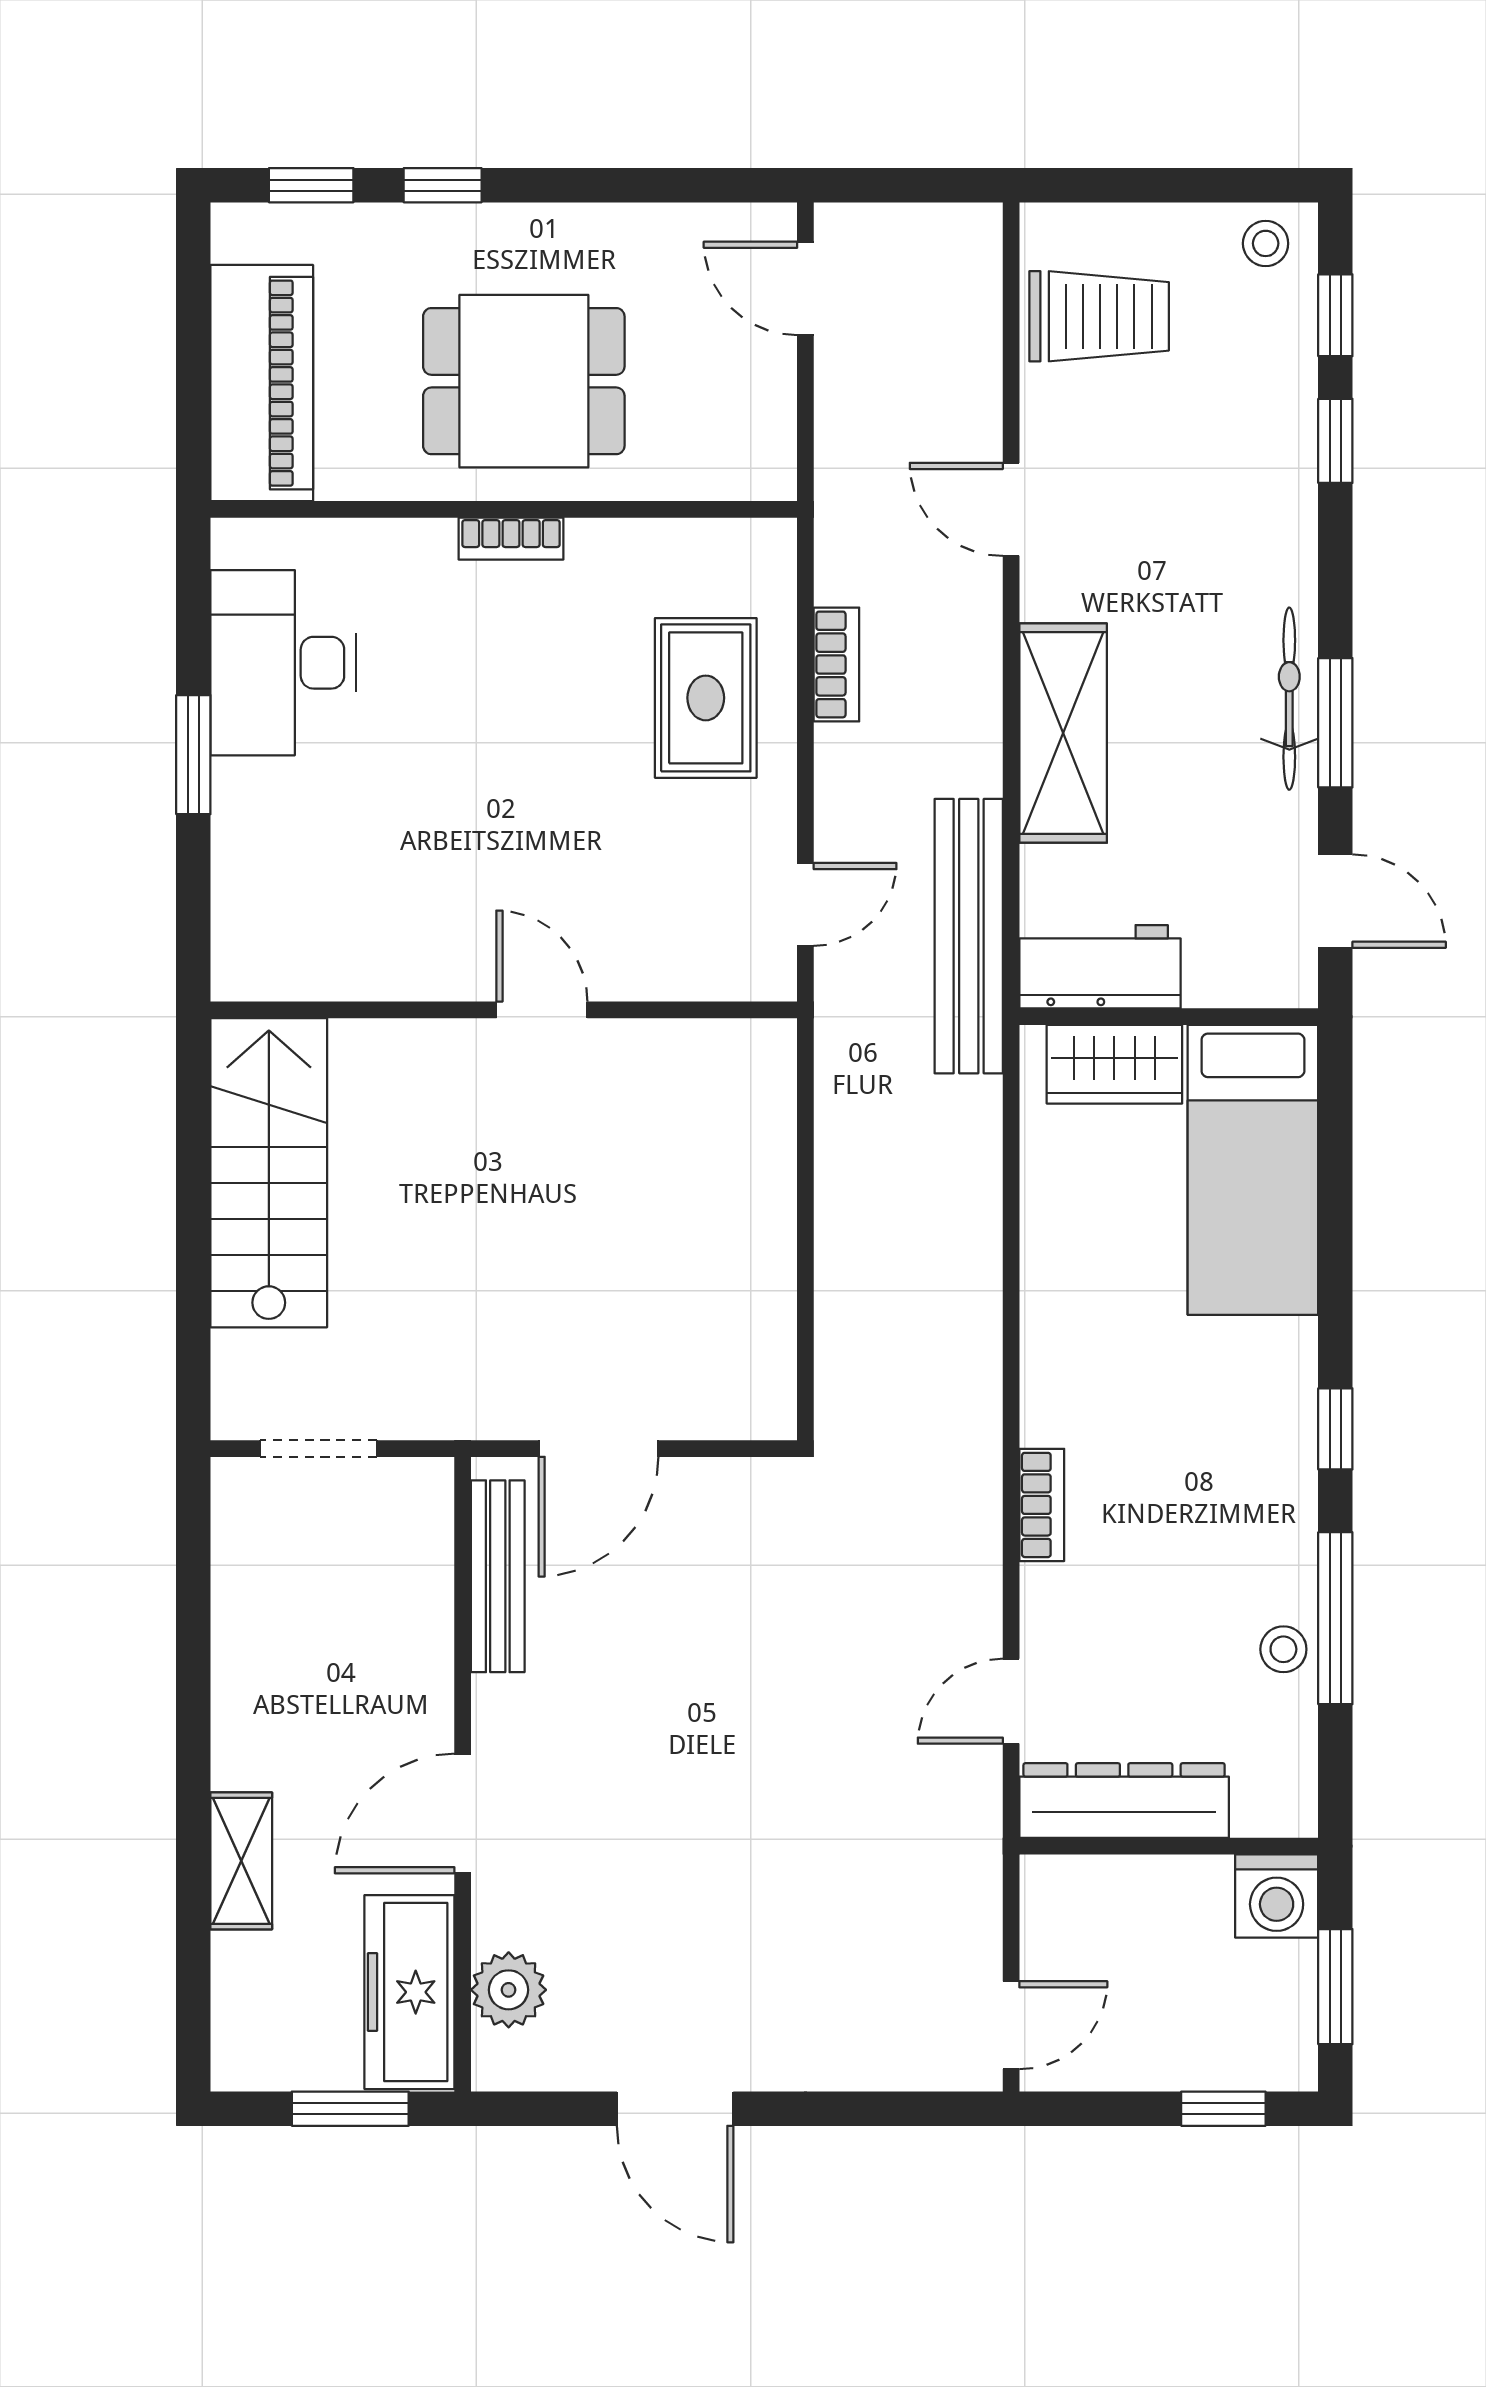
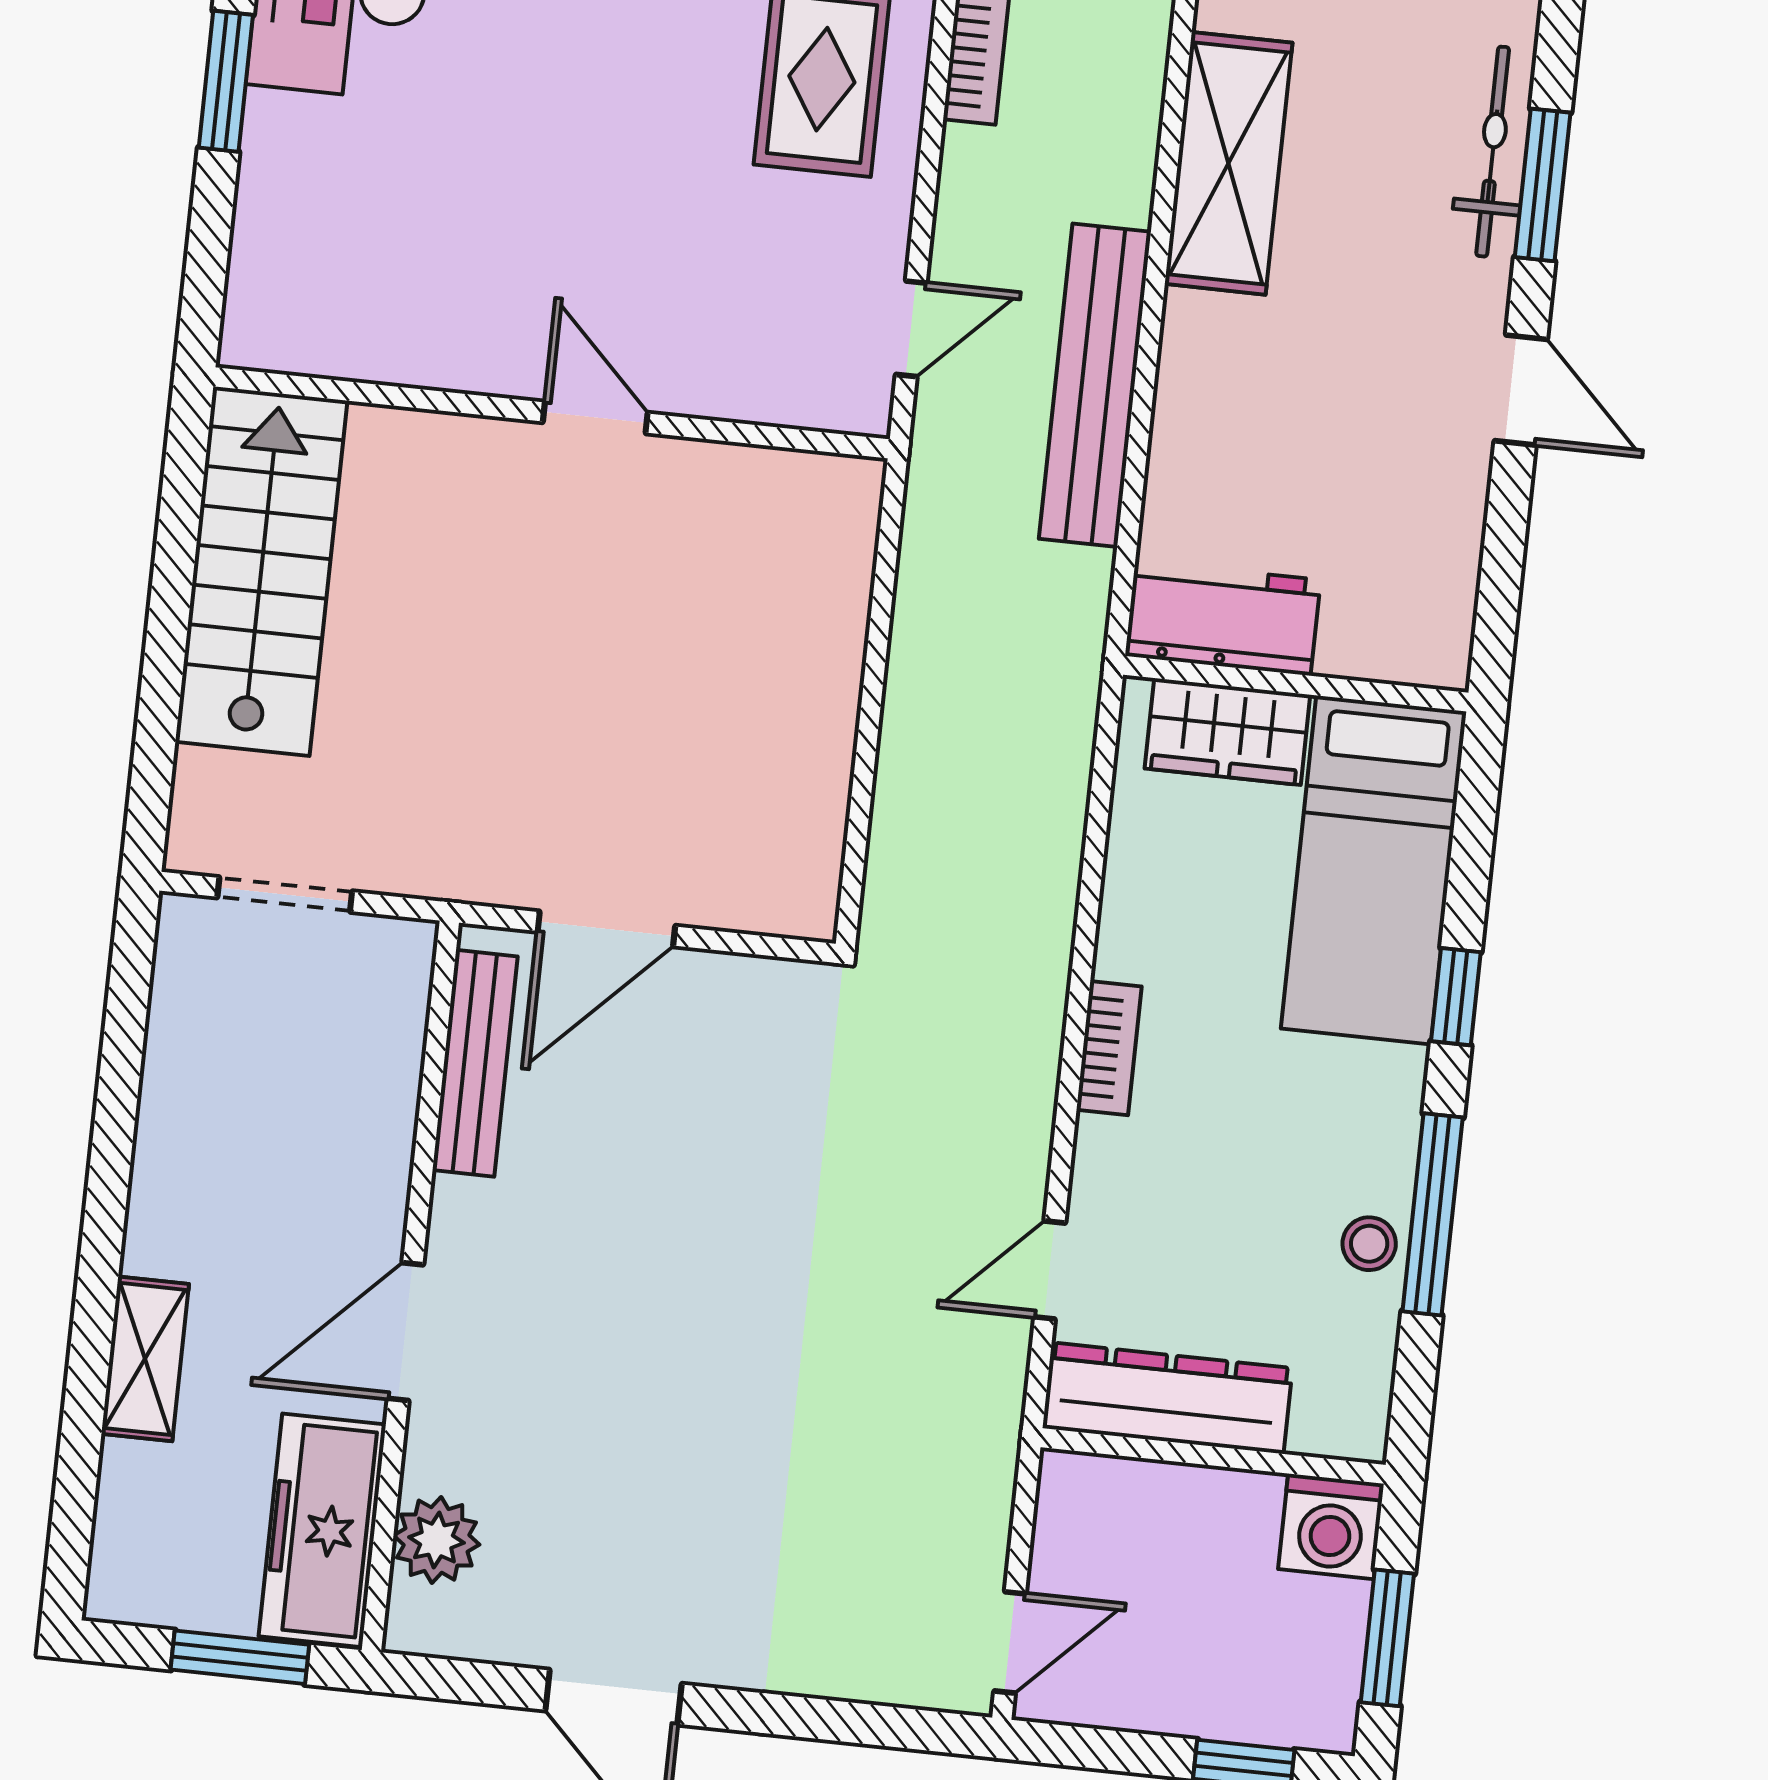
workbench: (1100, 967) -> (1223, 618), moved
wall: (1169, 1017) -> (1296, 684), moved
wardrobe: (1114, 1064) -> (1227, 732), moved
bed: (1253, 1170) -> (1374, 870), moved

